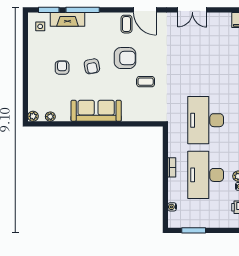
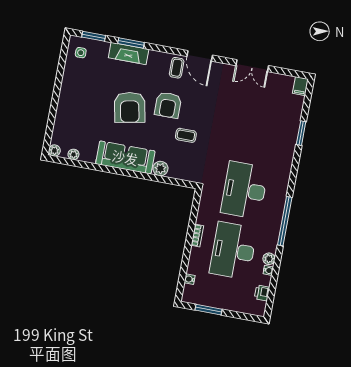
window: (83, 10) -> (131, 43), width x0.69
fireplace: (68, 19) -> (129, 53), moved
armchair: (125, 58) -> (168, 105), turned 90
armchair: (92, 66) -> (130, 107), width x1.88, depth x1.88
armchair: (62, 68) -> (97, 103), removed
plant: (129, 115) -> (160, 169), added

